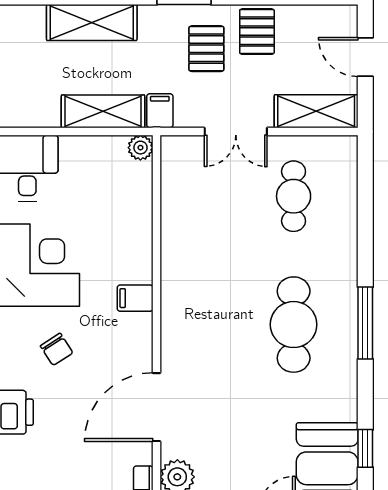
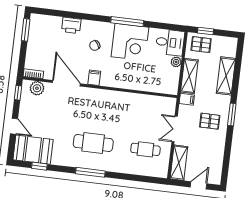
pallet: (257, 32) -> (201, 45), moved
plant: (140, 148) -> (176, 62), moved
filing cabinet: (135, 298) -> (94, 78), moved

